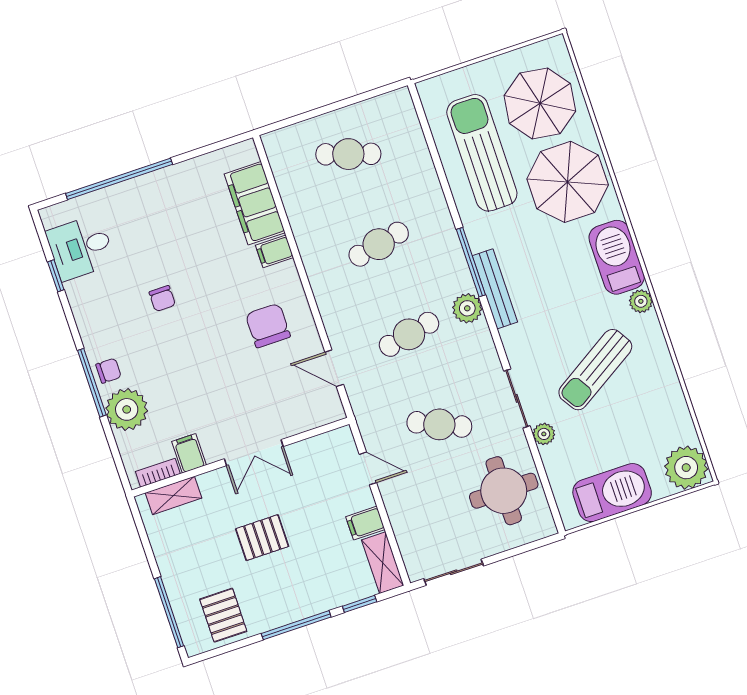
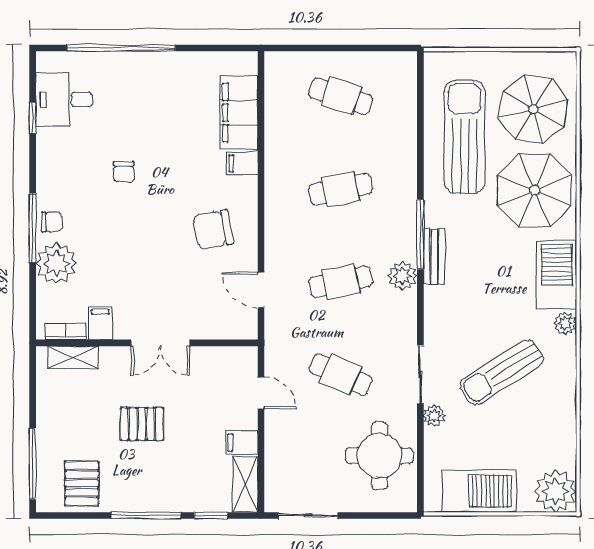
bench: (495, 289) -> (434, 256), width x0.73
chair: (268, 326) -> (213, 230), turned -100

